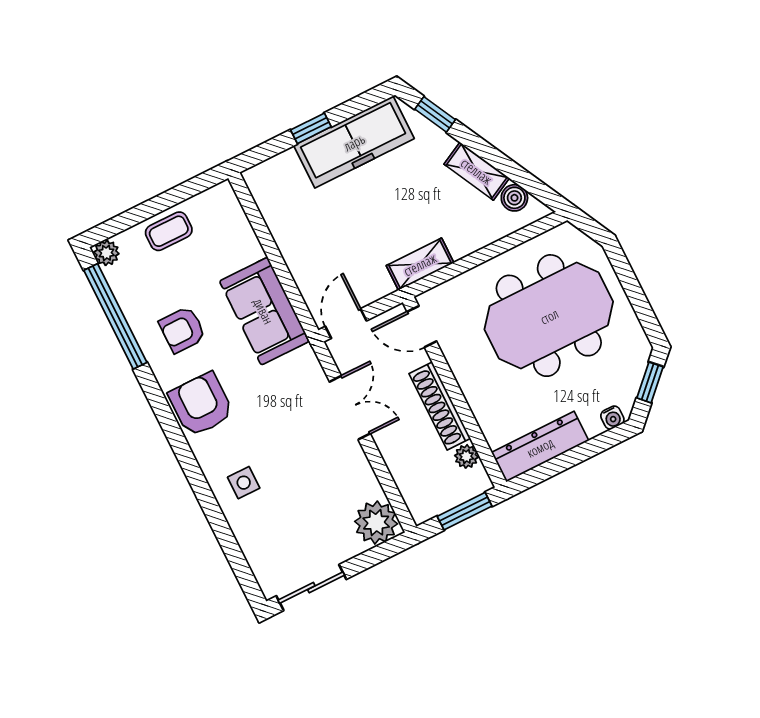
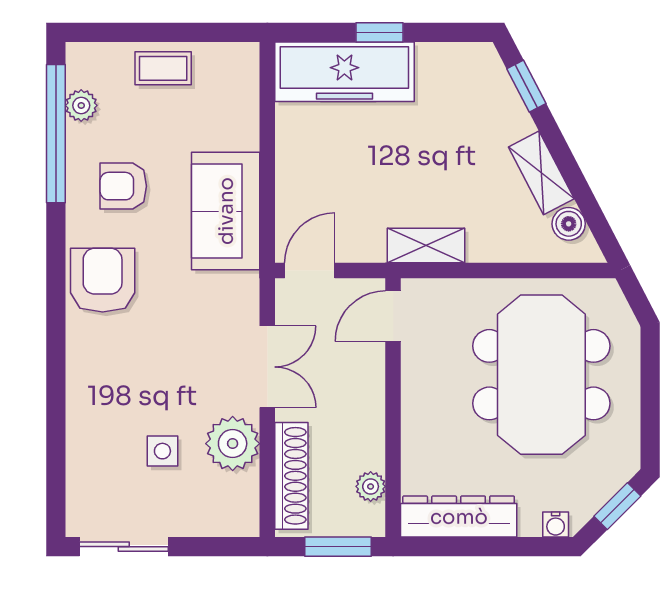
freezer: (354, 142) -> (344, 72), moved
plant: (106, 253) -> (81, 105), moved
meeting table: (549, 316) -> (541, 375), turned 90
door: (422, 327) -> (393, 316), hinge flipped
shoe rack: (440, 406) -> (291, 476), moved, turned 180
side table: (244, 483) -> (162, 451), moved
plant: (376, 523) -> (233, 444), moved

